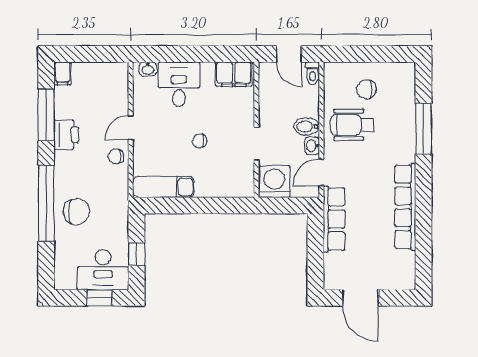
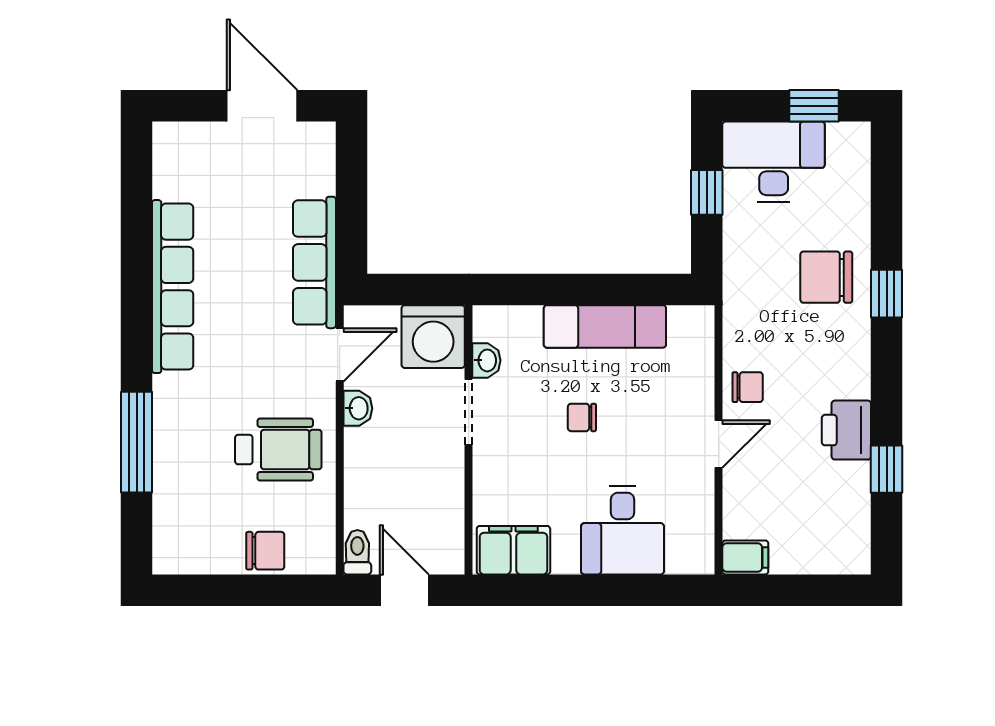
washbasin: (148, 69) -> (486, 360), moved, turned 90
filing cabinet: (63, 73) -> (745, 557), moved, turned 90
chair: (366, 90) -> (265, 551), moved
window: (46, 115) -> (887, 469), width x0.46
bidet: (307, 126) -> (369, 446), removed
chair: (199, 141) -> (582, 417), turned 180
exam couch: (163, 187) -> (605, 326), moved
window: (46, 203) -> (887, 294), width x0.32
window: (100, 298) -> (814, 106), moved

